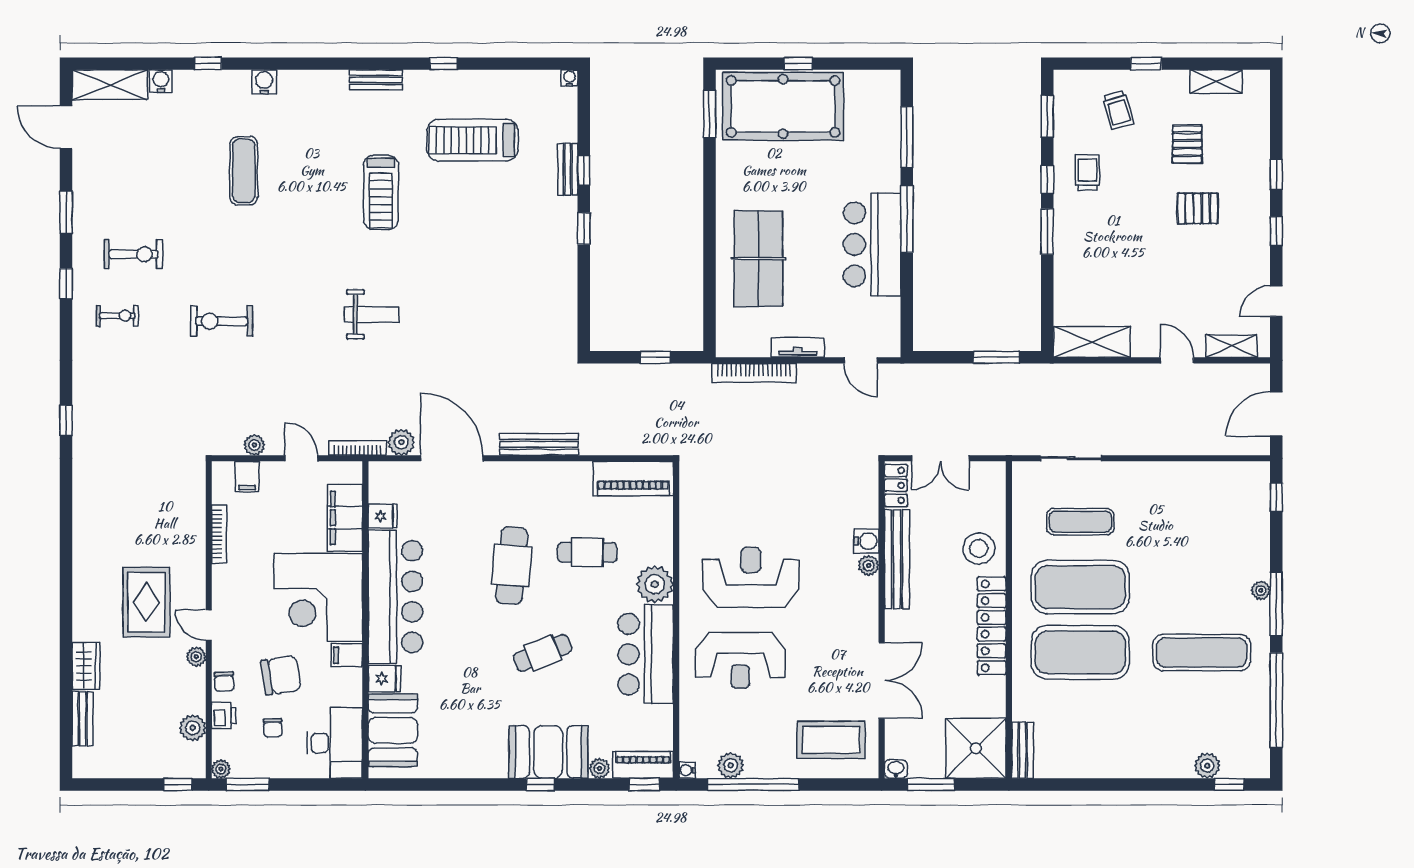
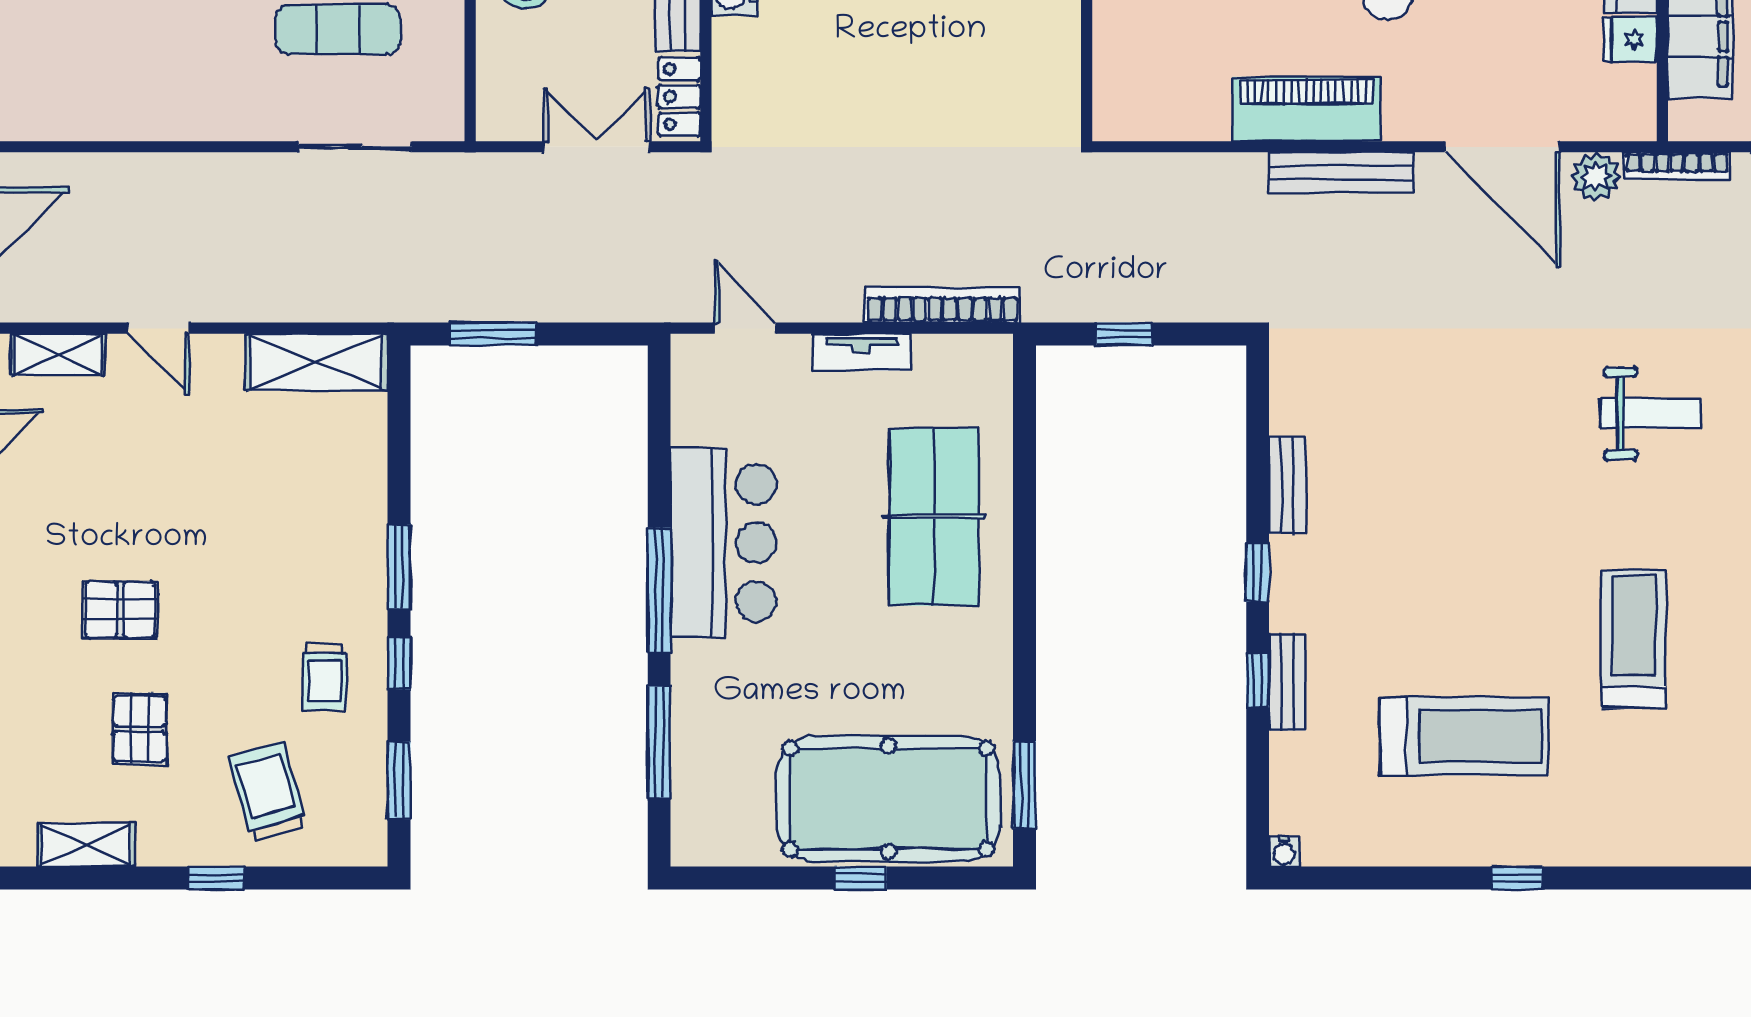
bench: (376, 80) -> (1288, 485), moved, turned 90
trolley: (1118, 110) -> (268, 792), width x1.36, depth x1.39
weight bench: (372, 314) -> (1651, 414), turned 180
piano: (633, 479) -> (1306, 109), moved

